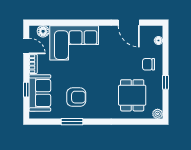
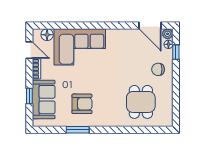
door: (129, 23) -> (150, 25), moved
window: (165, 82) -> (176, 52), moved
plant: (158, 114) -> (168, 34), moved

